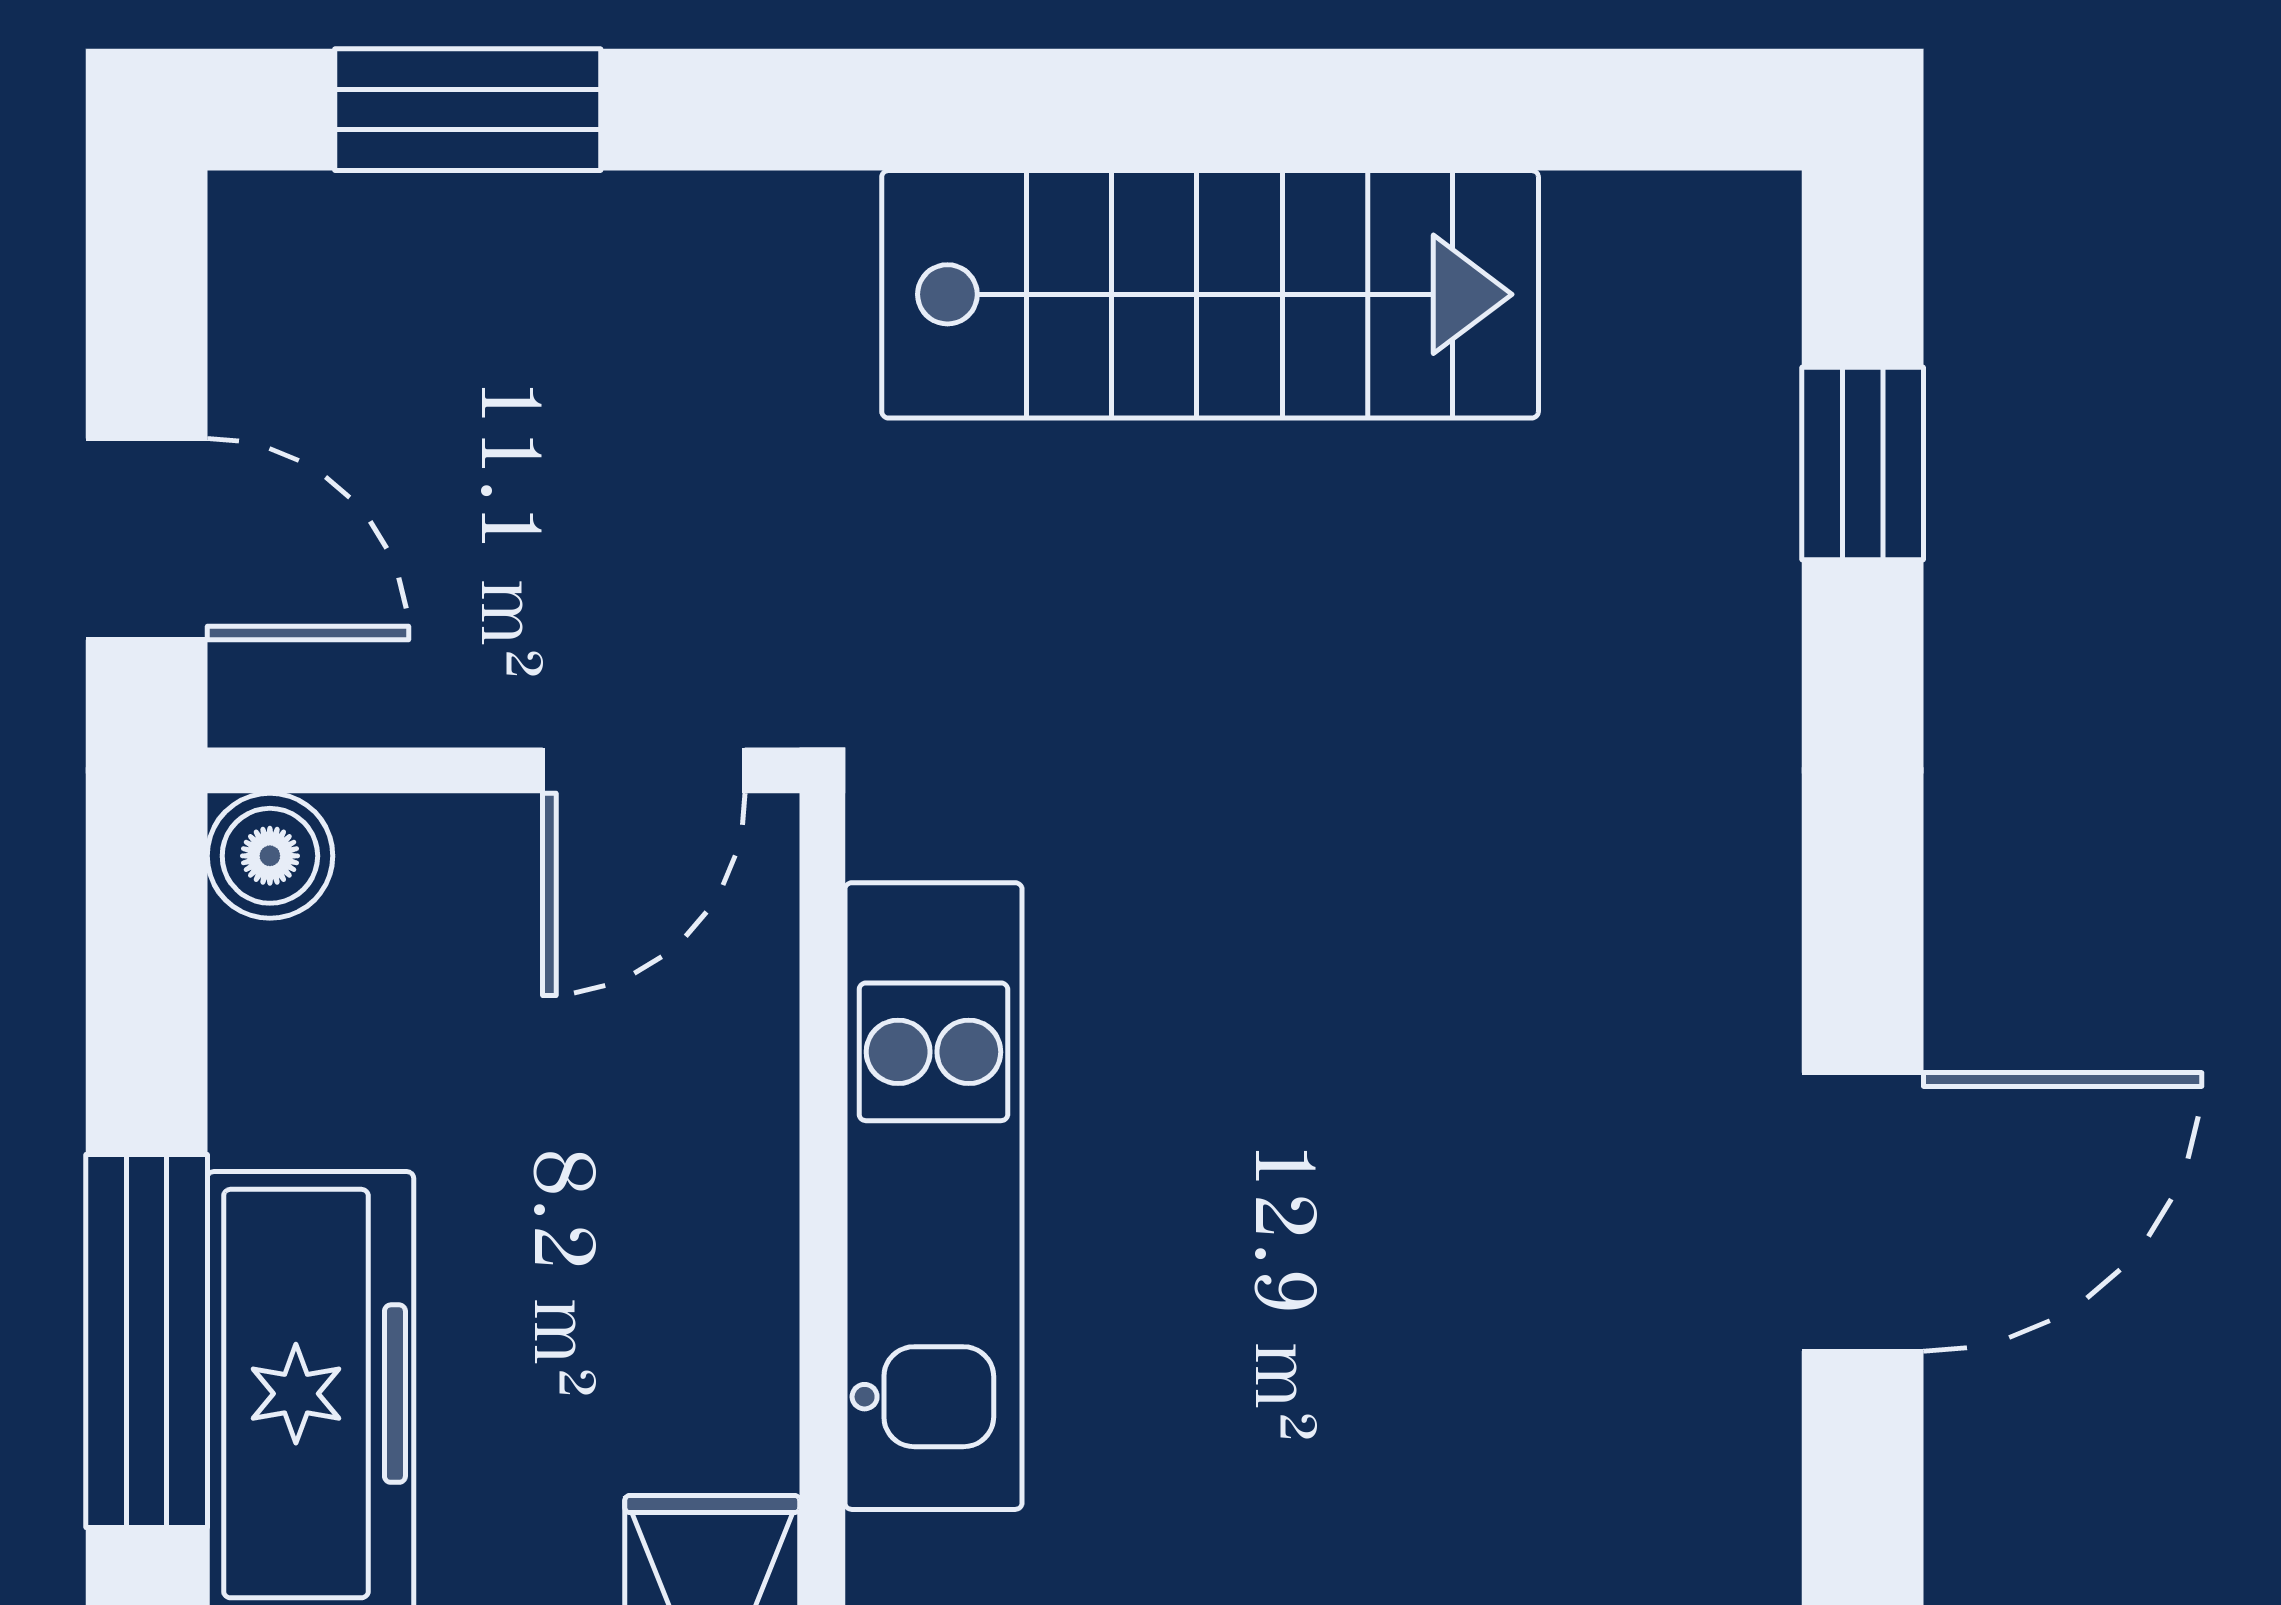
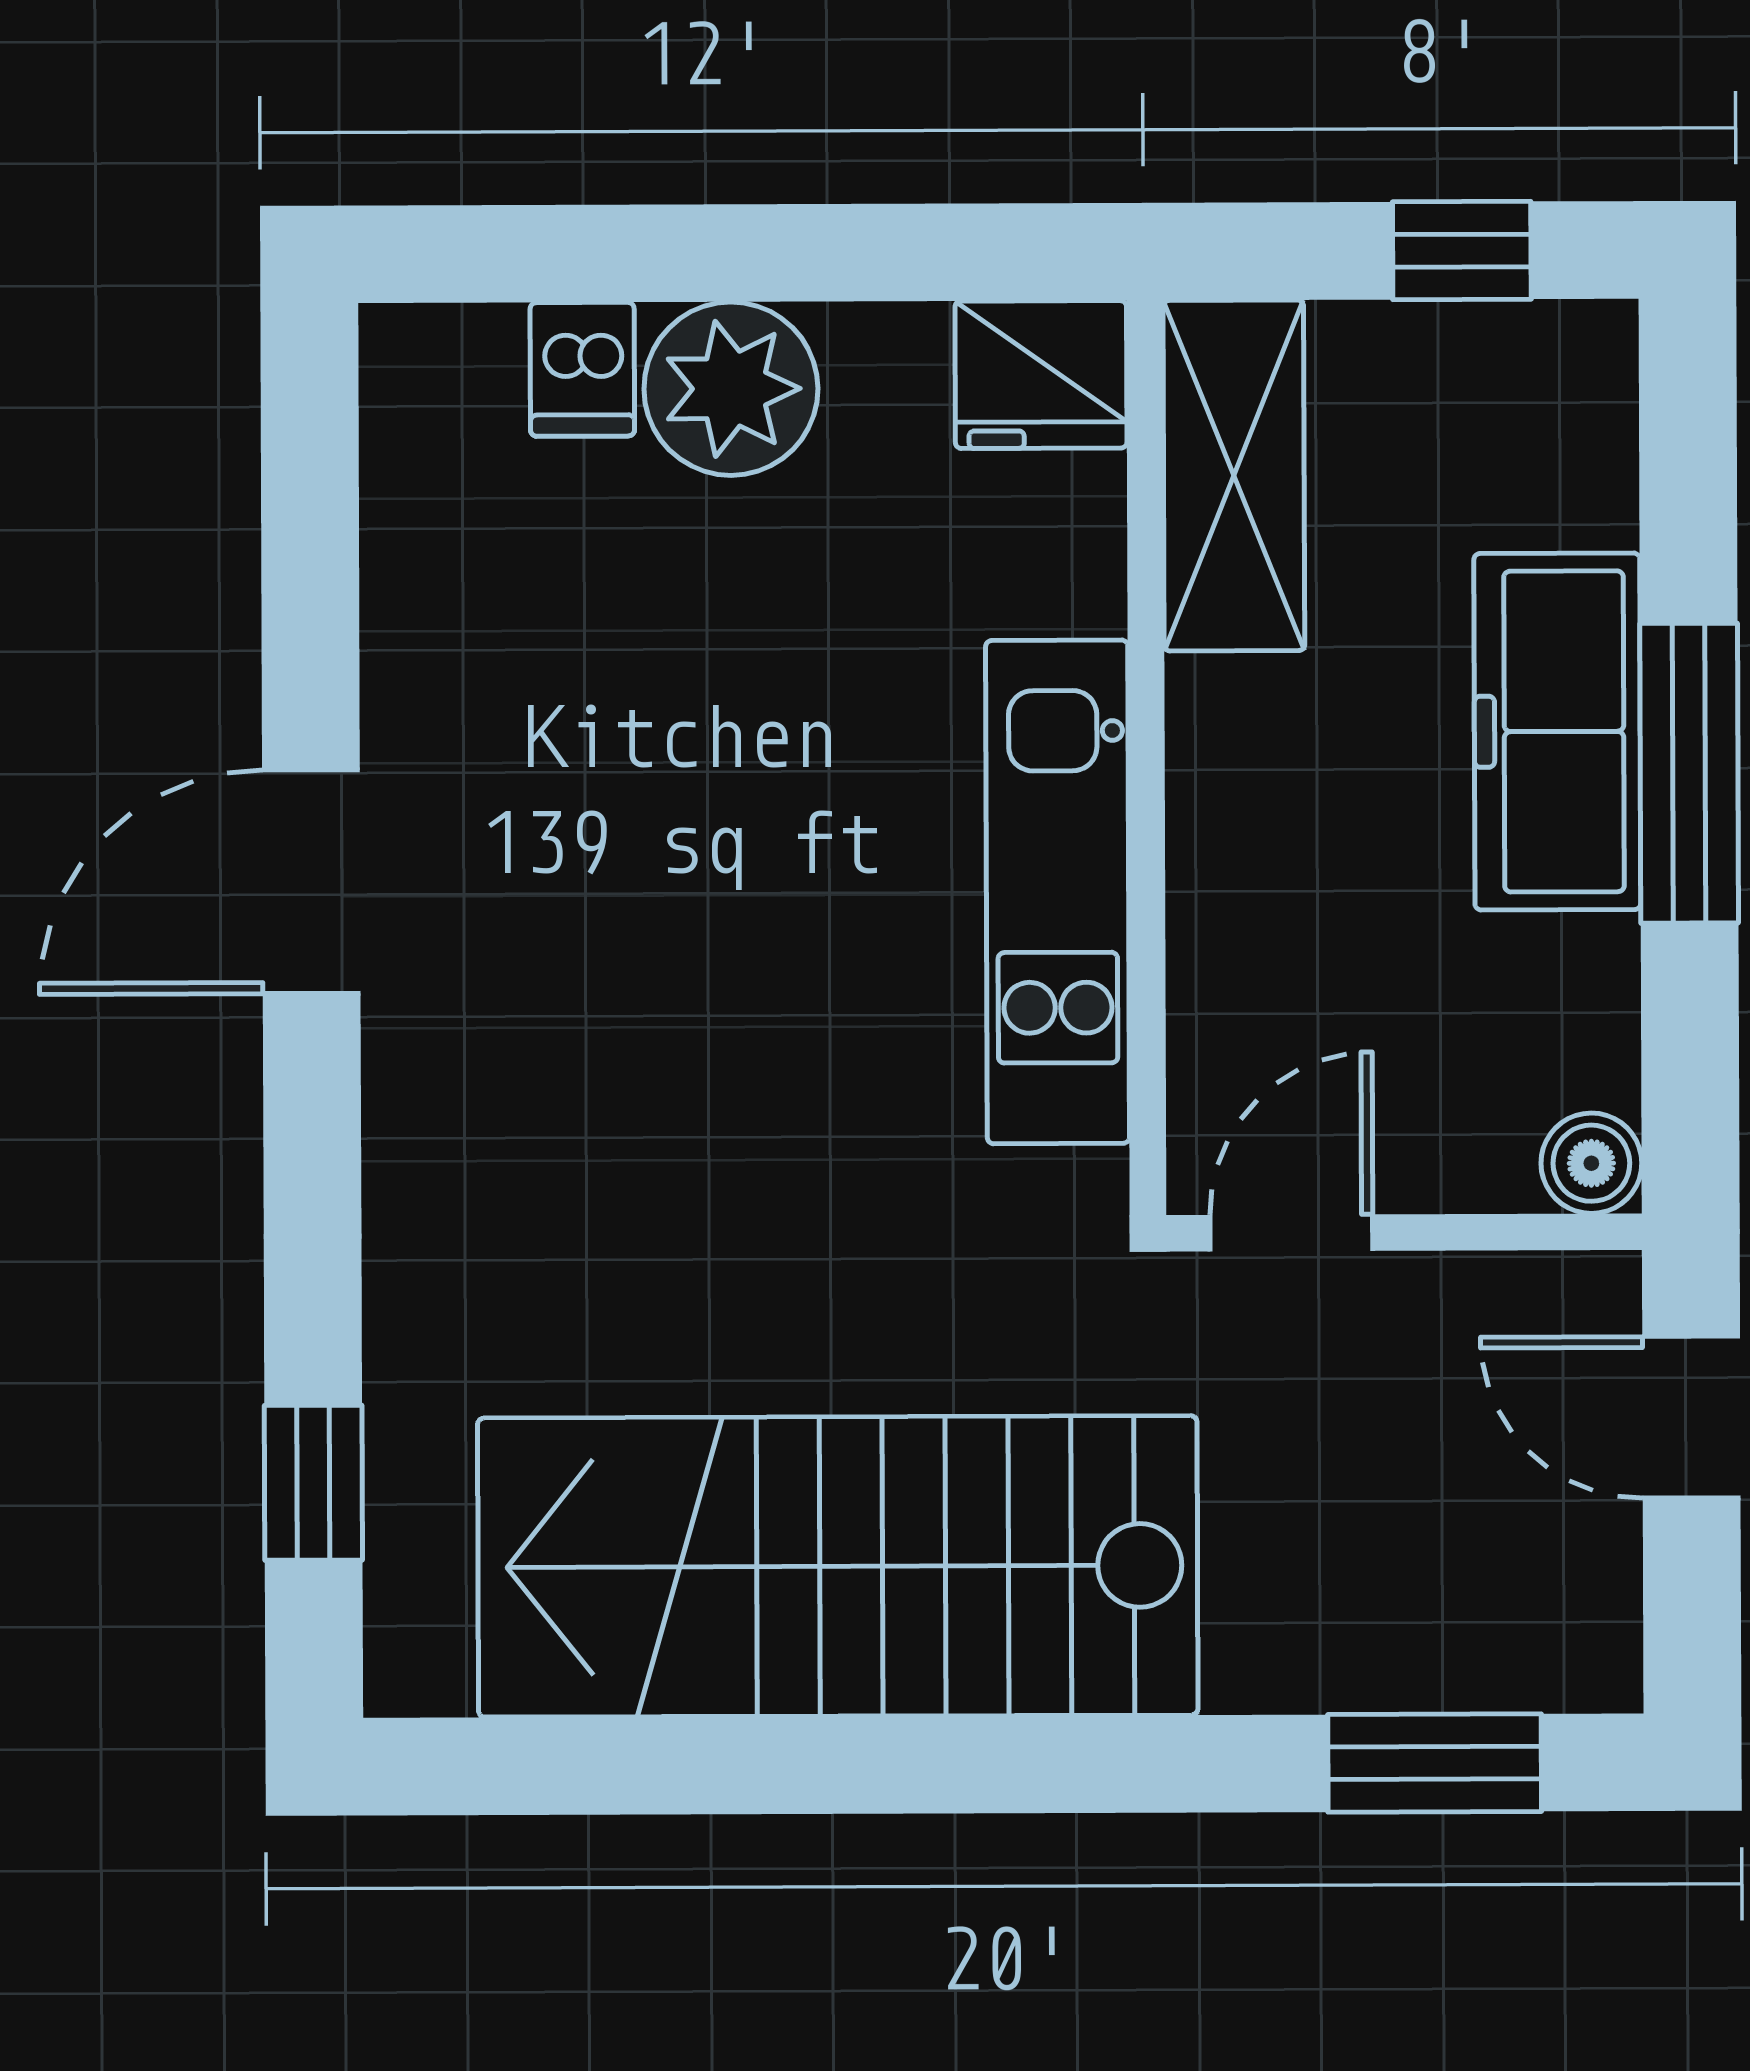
stairs: (1210, 294) -> (838, 1566), width x1.36, depth x1.51

